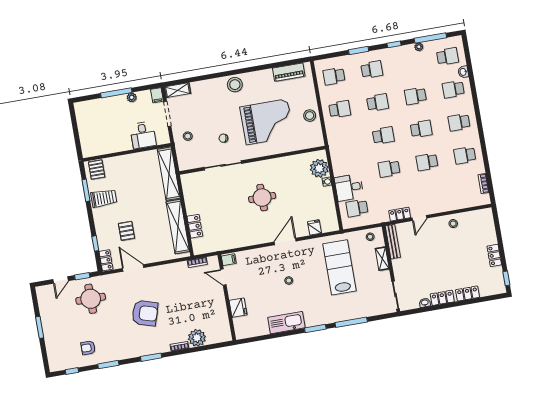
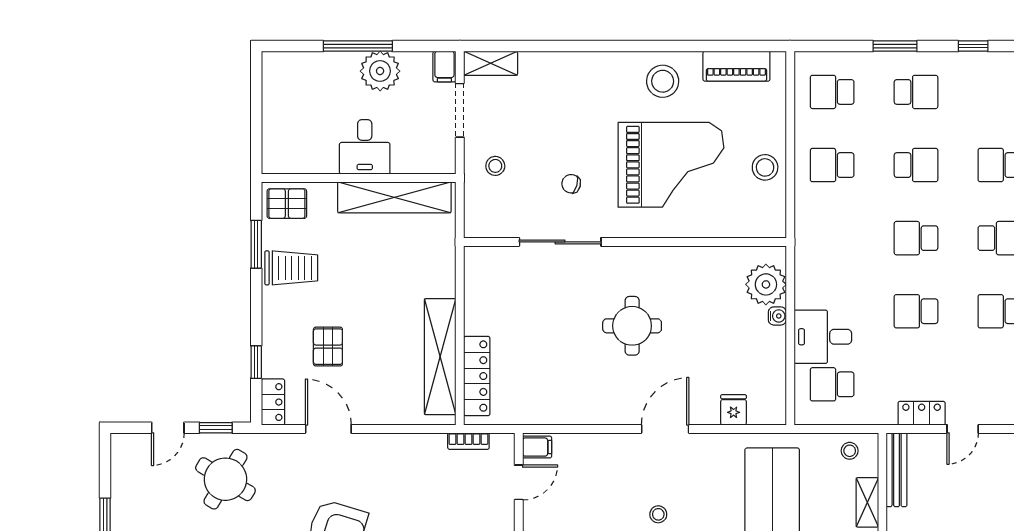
stool: (235, 85) -> (663, 81), moved
plant: (132, 97) -> (380, 71), width x1.88, depth x1.88
school desk: (340, 109) -> (832, 165), turned 180
desk: (143, 135) -> (365, 147), moved
school desk: (383, 136) -> (916, 238), turned 180
pallet: (97, 170) -> (287, 204), turned 90
shelving: (169, 174) -> (394, 197), moved, turned 90
locker: (195, 226) -> (477, 376), width x1.53
door: (223, 277) -> (519, 482), swing flipped
round table: (91, 299) -> (225, 479), turned 31

